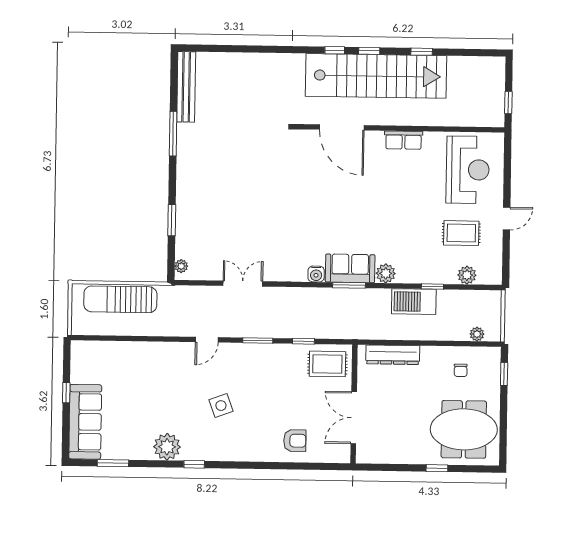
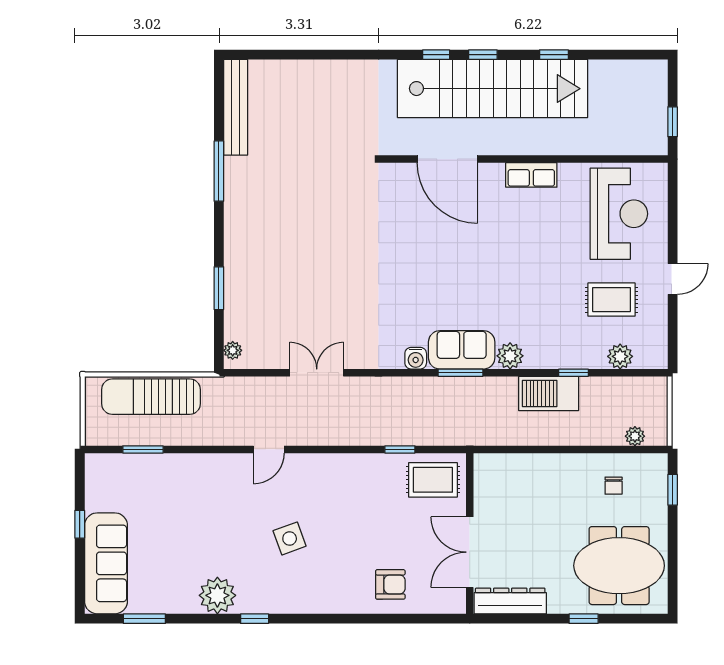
window: (258, 340) -> (143, 449), moved
dresser: (393, 355) -> (510, 601), moved, turned 180

